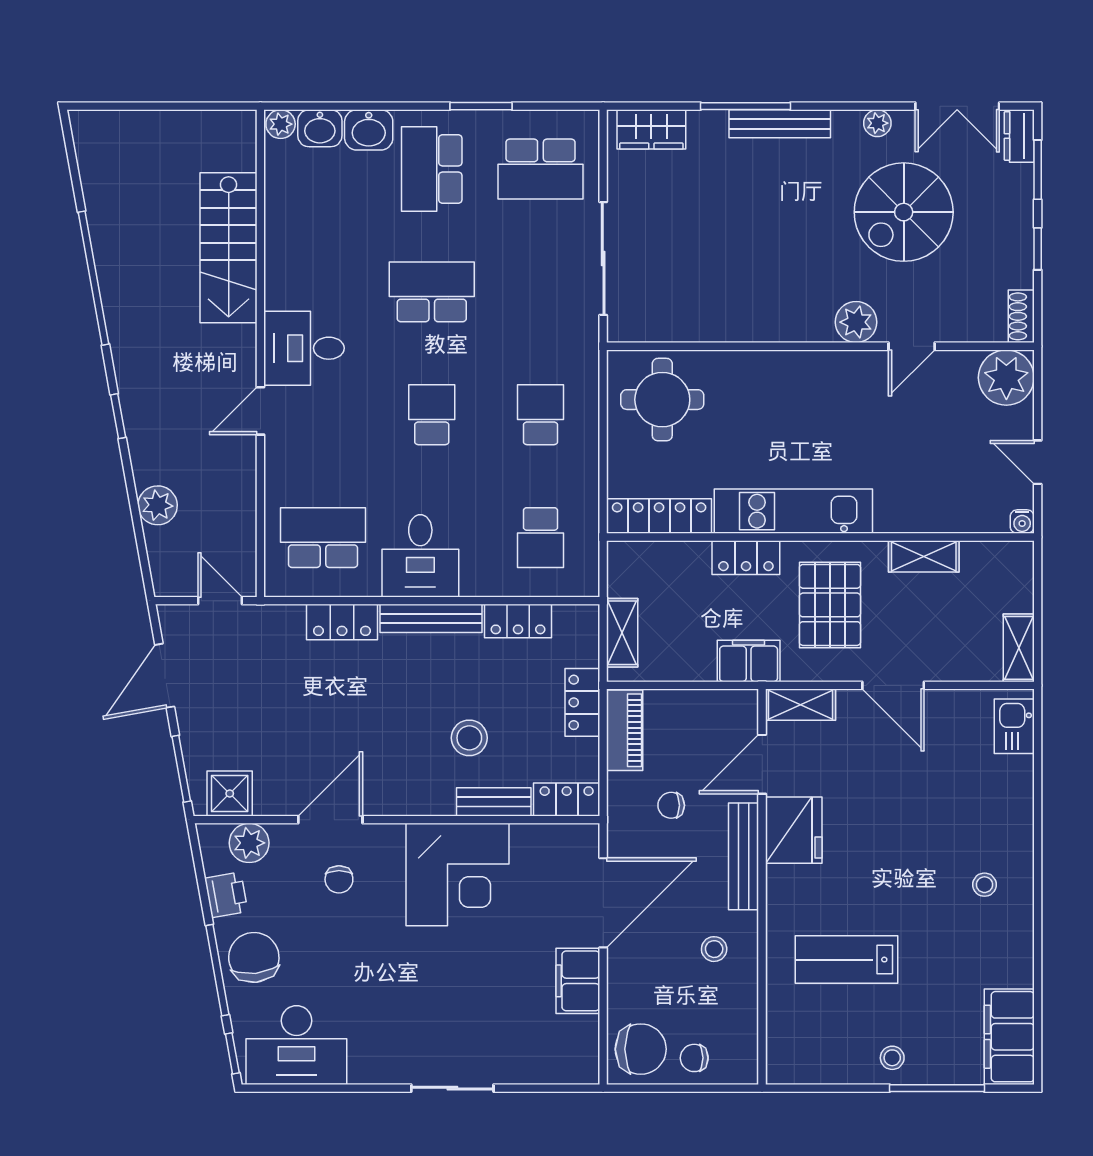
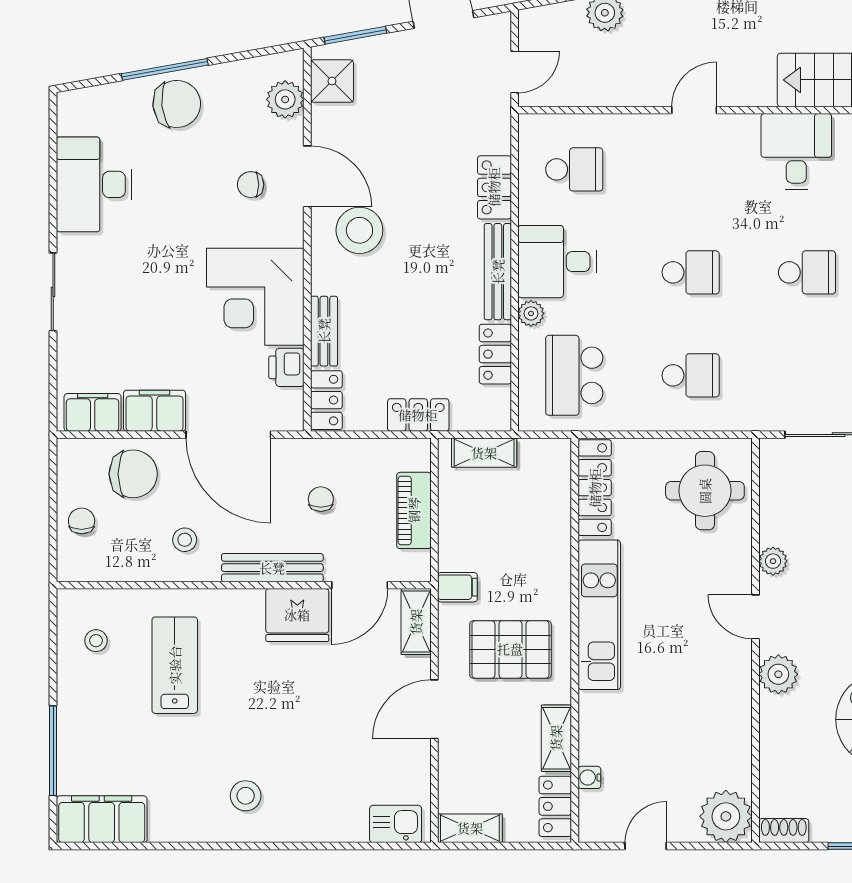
school desk: (432, 292) -> (807, 272), width x0.54
plant: (737, 328) -> (773, 561), added
door: (912, 346) -> (755, 617), moved
desk: (304, 348) -> (796, 151), moved
door: (260, 411) -> (694, 110), hinge flipped
water cooler: (1022, 522) -> (589, 777), moved
school desk: (323, 538) -> (574, 169), width x0.54
school desk: (540, 538) -> (574, 375), width x1.85
locker: (746, 558) -> (555, 806), moved
plant: (475, 583) -> (531, 313), added
filing cabinet: (749, 661) -> (457, 587), width x0.50
piano: (625, 730) -> (414, 510), moved, turned 90
stool: (469, 738) -> (359, 230), moved, width x1.38, depth x1.38
door: (762, 764) -> (360, 585), swing flipped
stool: (984, 885) -> (246, 796), width x1.37, depth x1.37
printer: (226, 895) -> (286, 367), moved, turned 100
desk: (296, 1045) -> (94, 184), moved
filing cabinet: (580, 1046) -> (93, 412), added
chair: (641, 1049) -> (133, 474), moved, turned -90
window: (232, 1053) -> (86, 84), removed
stool: (892, 1058) -> (96, 641), moved

